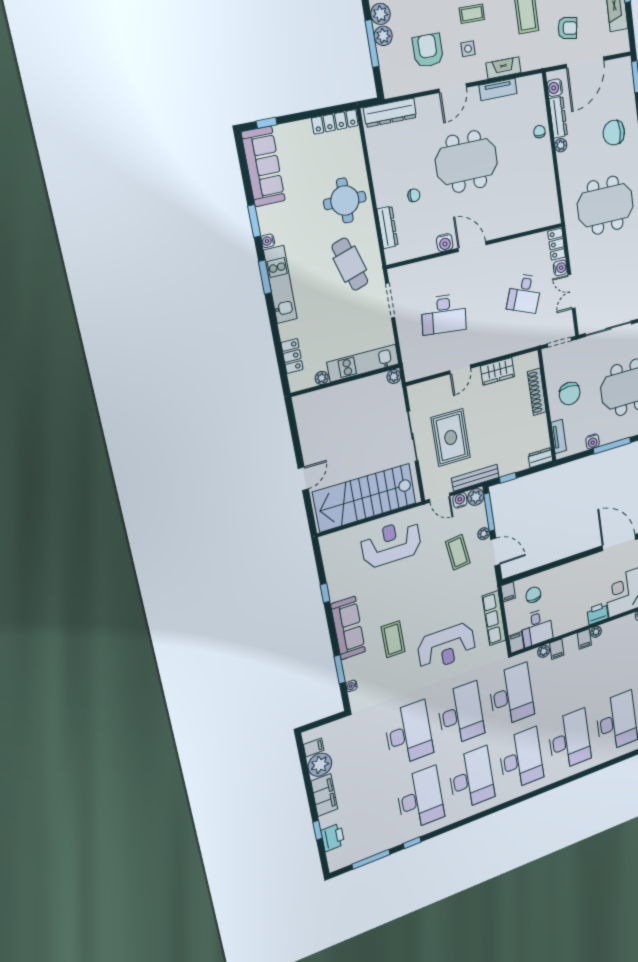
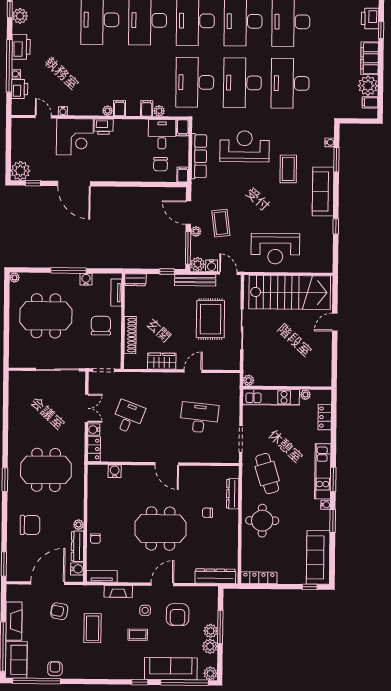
tv unit: (498, 89) -> (102, 576), moved
water cooler: (445, 243) -> (115, 471), moved

